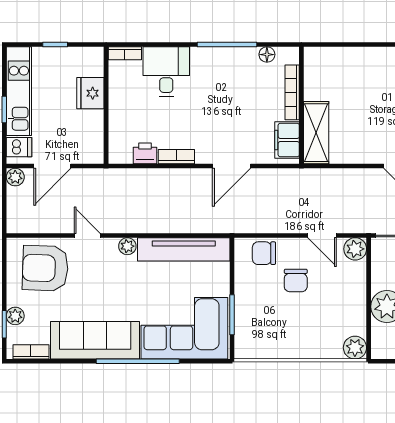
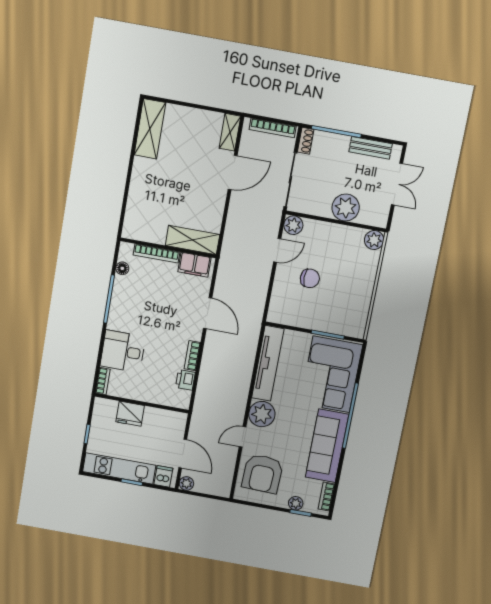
plant: (127, 246) -> (262, 414), width x1.87, depth x1.87
chair: (264, 253) -> (283, 300), removed

